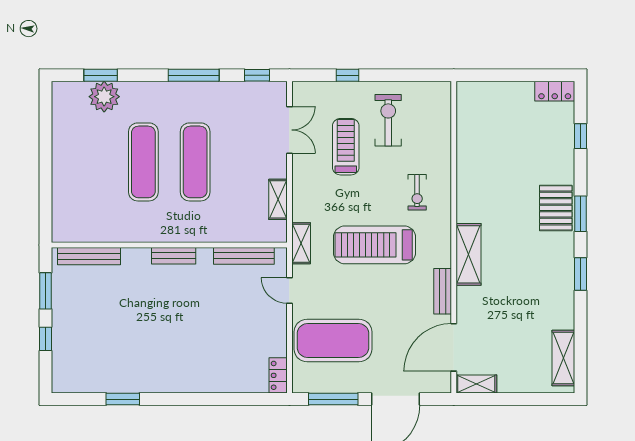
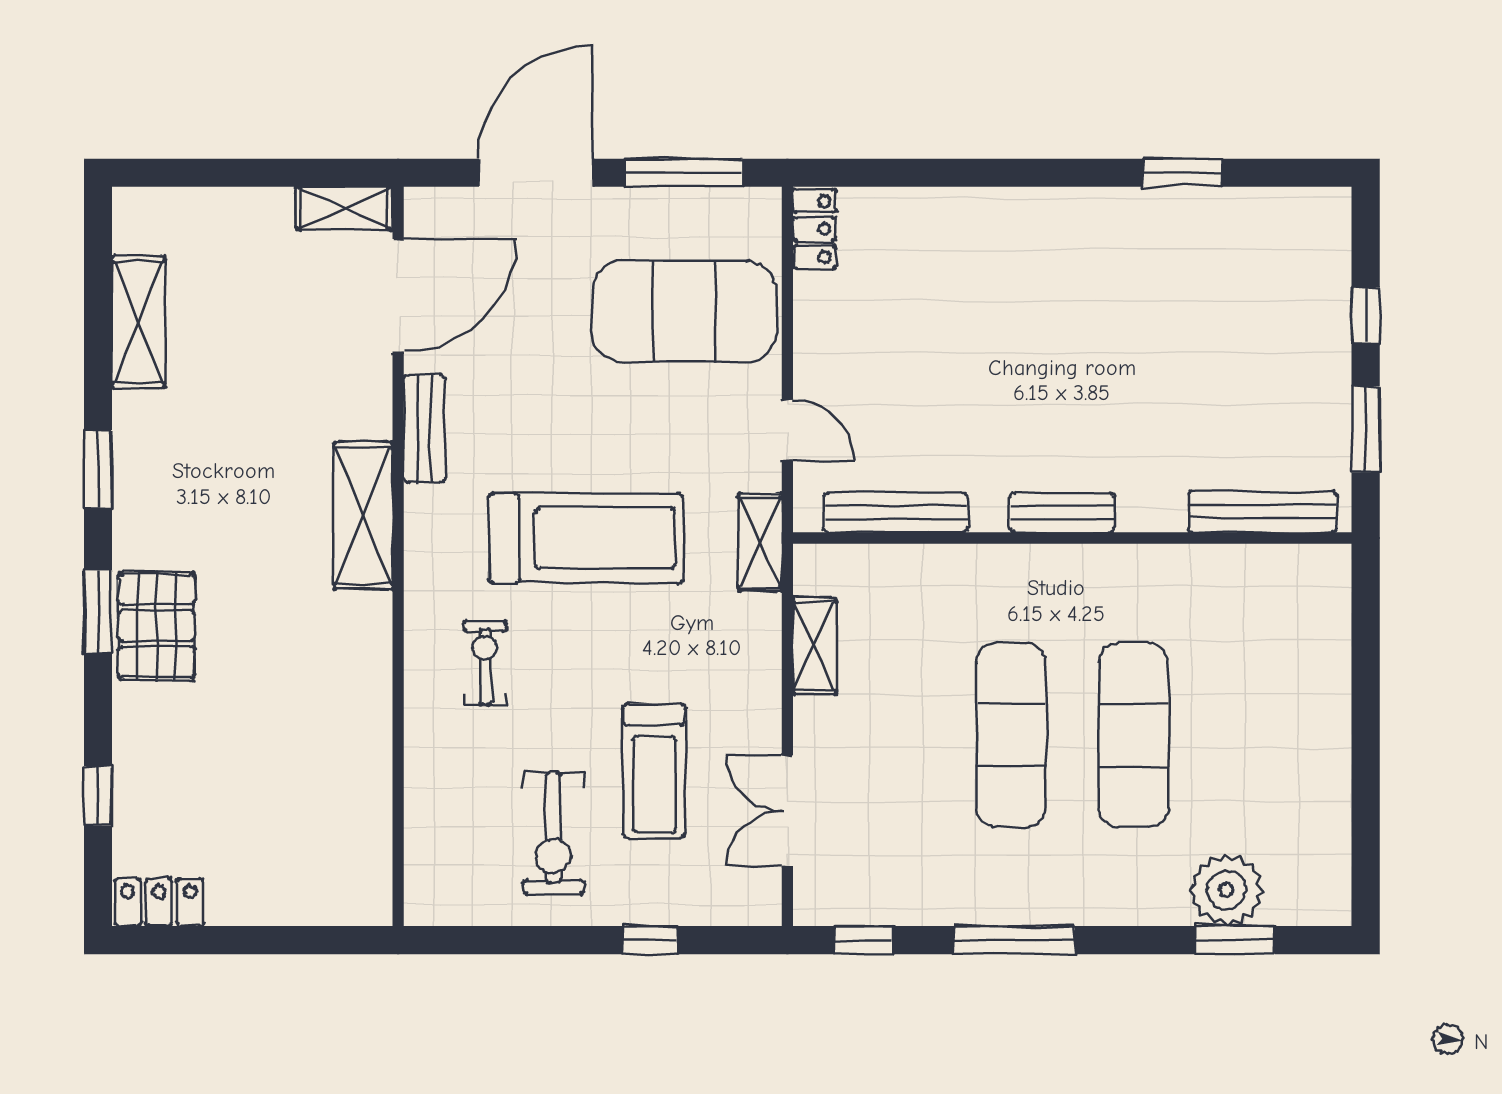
shelving: (563, 358) -> (138, 322), moved

